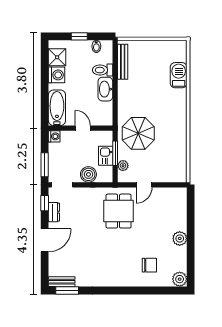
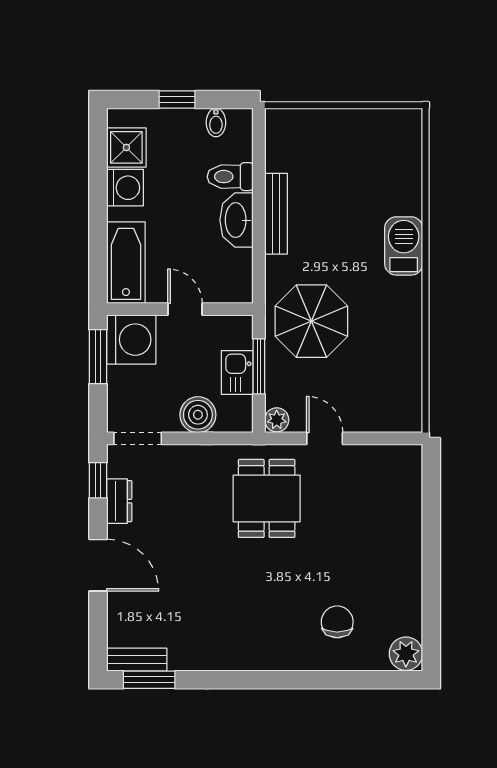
bench: (123, 62) -> (276, 214), moved
barbecue: (179, 75) -> (404, 246), moved
washing machine: (54, 136) -> (131, 340), width x1.89, depth x1.89
window: (45, 165) -> (98, 357), moved
plant: (123, 166) -> (277, 420), moved
door: (144, 185) -> (325, 438), swing flipped
plant: (180, 238) -> (406, 561), removed
door: (45, 240) -> (98, 565), hinge flipped
chair: (149, 265) -> (337, 622), turned -90

